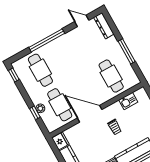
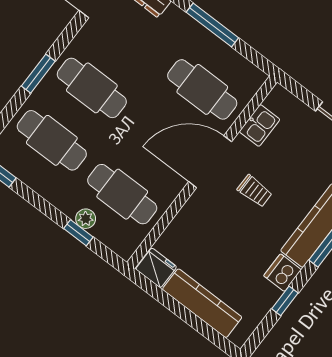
window: (47, 40) -> (38, 74), width x0.47
cafe table: (66, 56) -> (92, 88), added
door: (90, 114) -> (210, 162), moved

